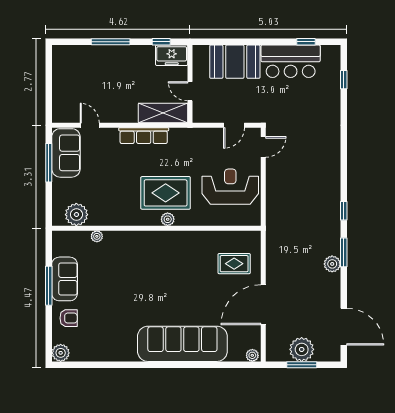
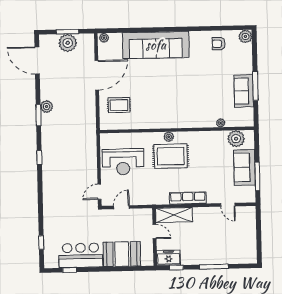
sofa: (66, 153) -> (244, 167), moved
window: (344, 211) -> (39, 158), moved
armchair: (69, 318) -> (219, 44), moved

